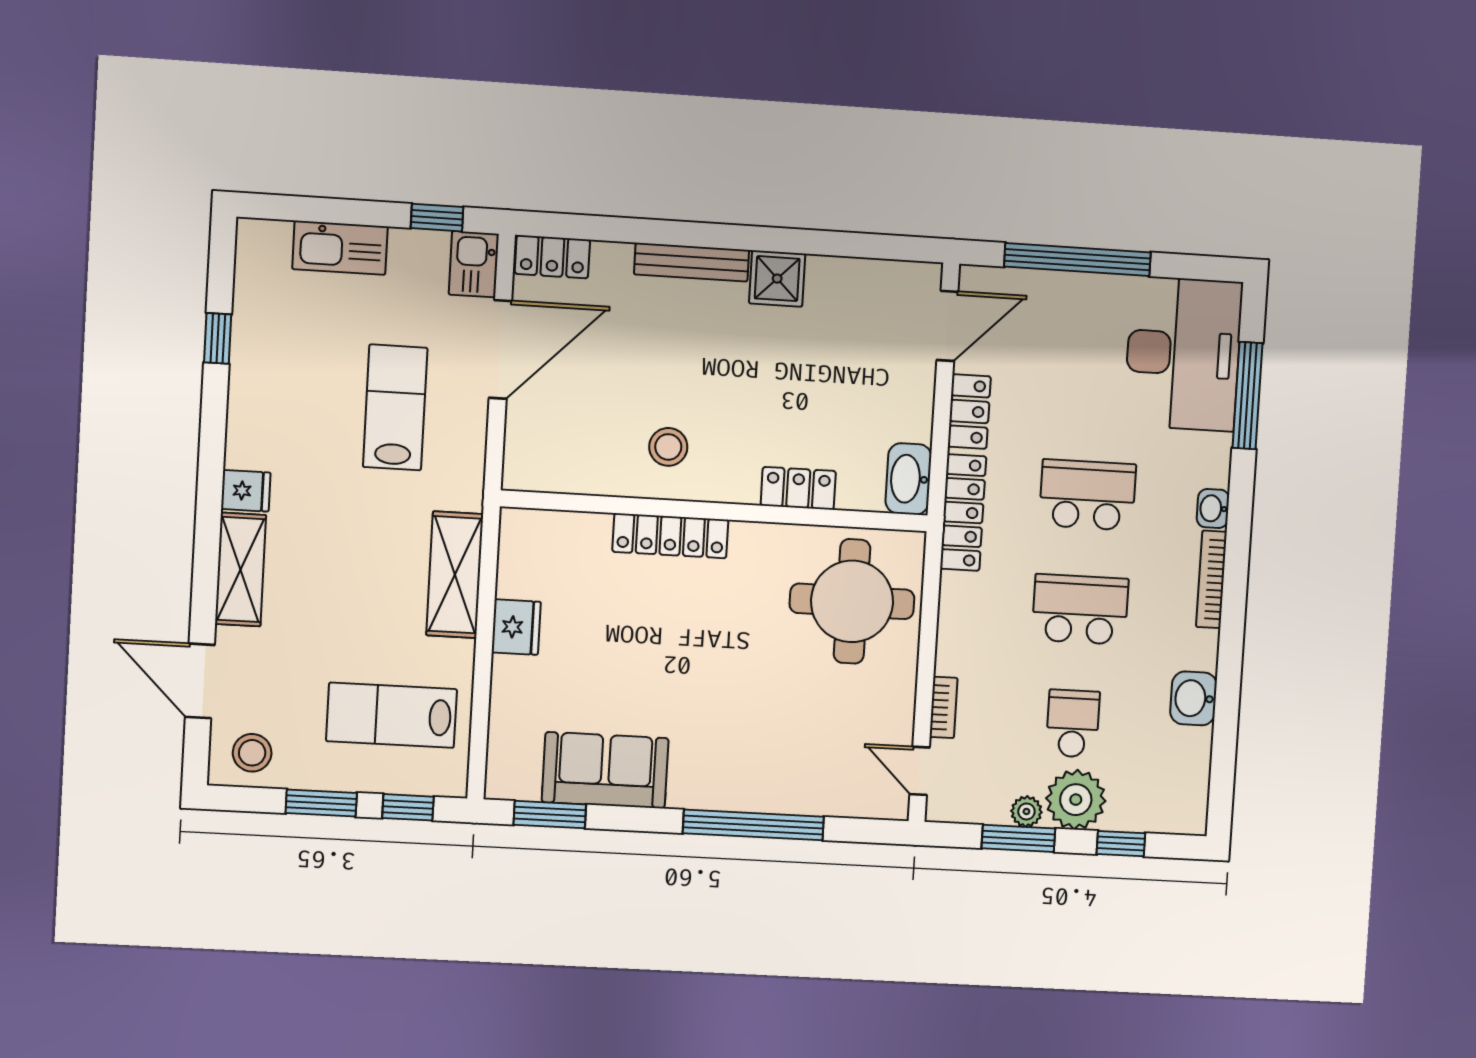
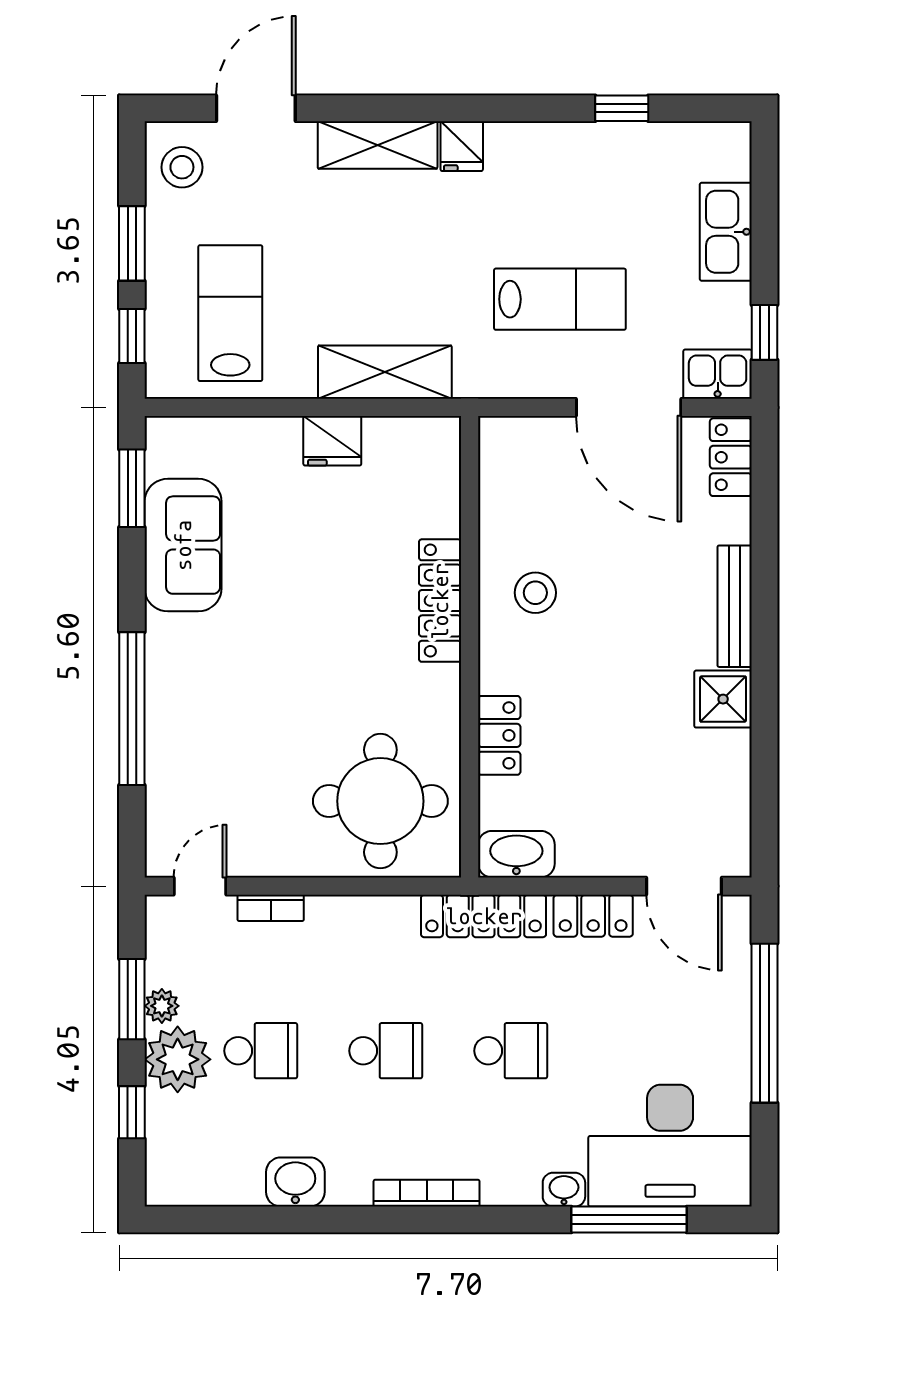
school desk: (1088, 495) -> (511, 1051), width x0.54
washbasin: (1213, 508) -> (564, 1190), moved
school desk: (1080, 609) -> (386, 1051), width x0.54

